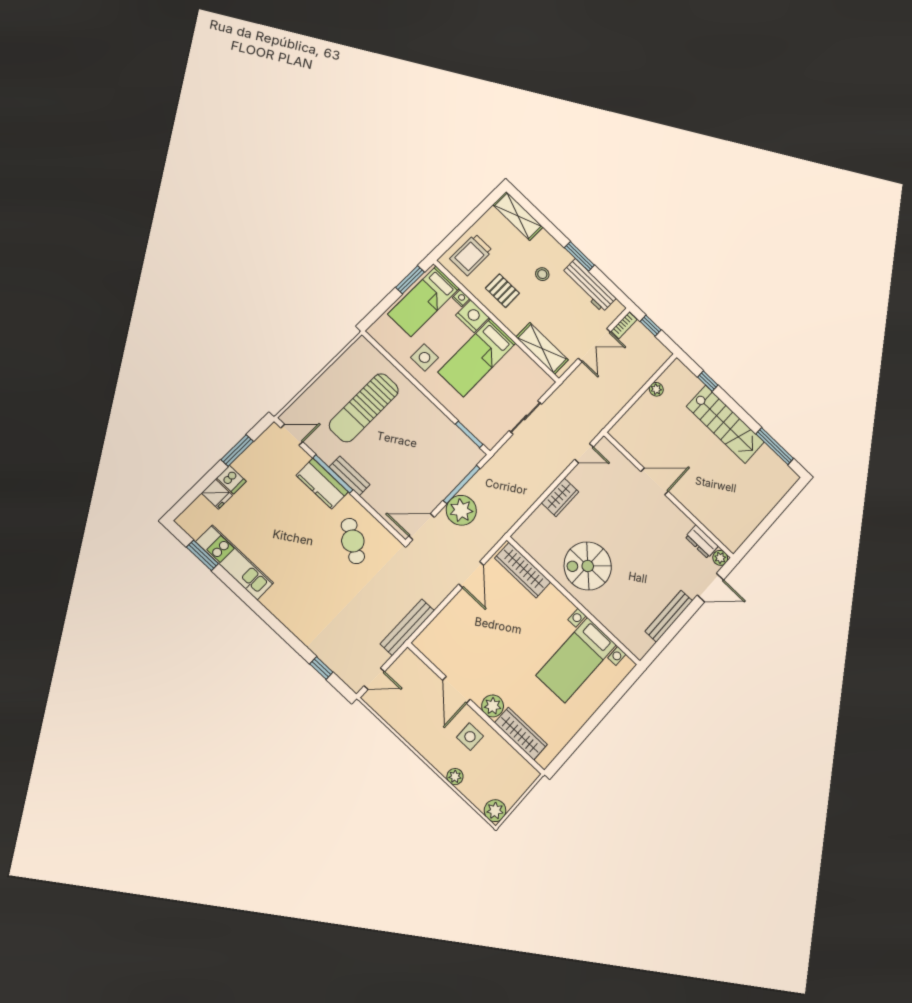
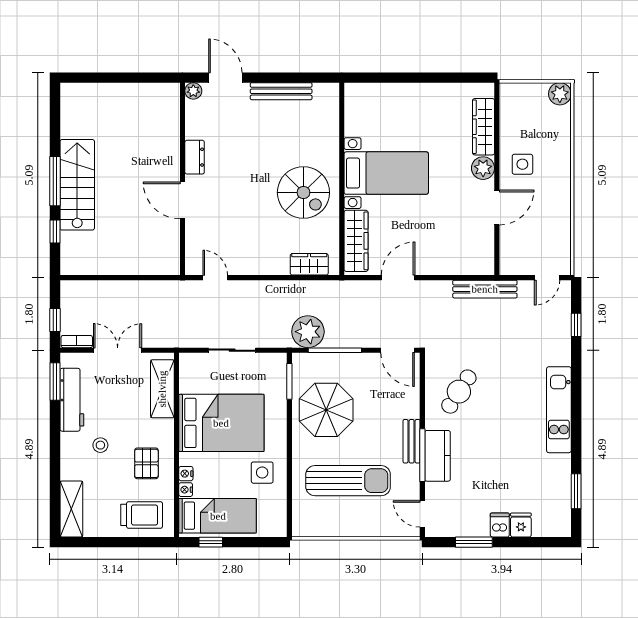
window: (579, 256) -> (55, 381), moved
window: (410, 280) -> (211, 542), width x0.67
nightstand: (472, 316) -> (186, 474), width x0.53, depth x0.56
bed: (477, 357) -> (221, 423), width x1.50
plant: (656, 389) -> (104, 267), removed
parasol: (426, 440) -> (326, 410), added
window: (775, 446) -> (55, 181), moved
wardrobe: (560, 497) -> (309, 264), moved
plant: (461, 510) -> (308, 332), moved
dresser: (702, 542) -> (195, 157), moved
kitchen unit: (235, 562) -> (559, 410), moved
bed with nightstands: (576, 660) -> (386, 173), moved
door: (374, 679) -> (547, 278), swing flipped
plant: (455, 777) -> (563, 148), removed

